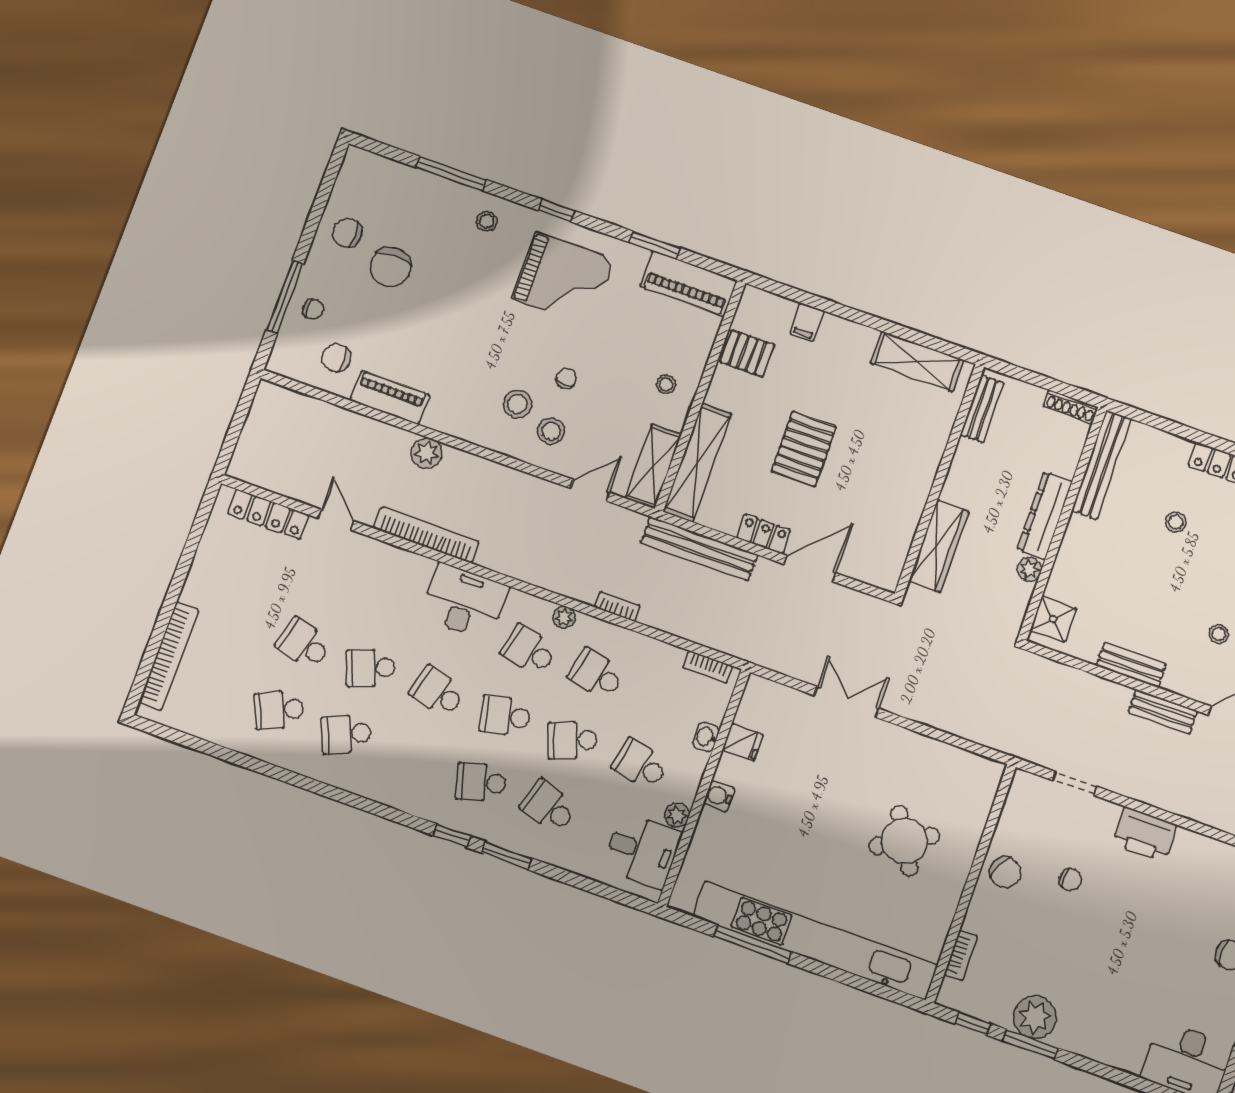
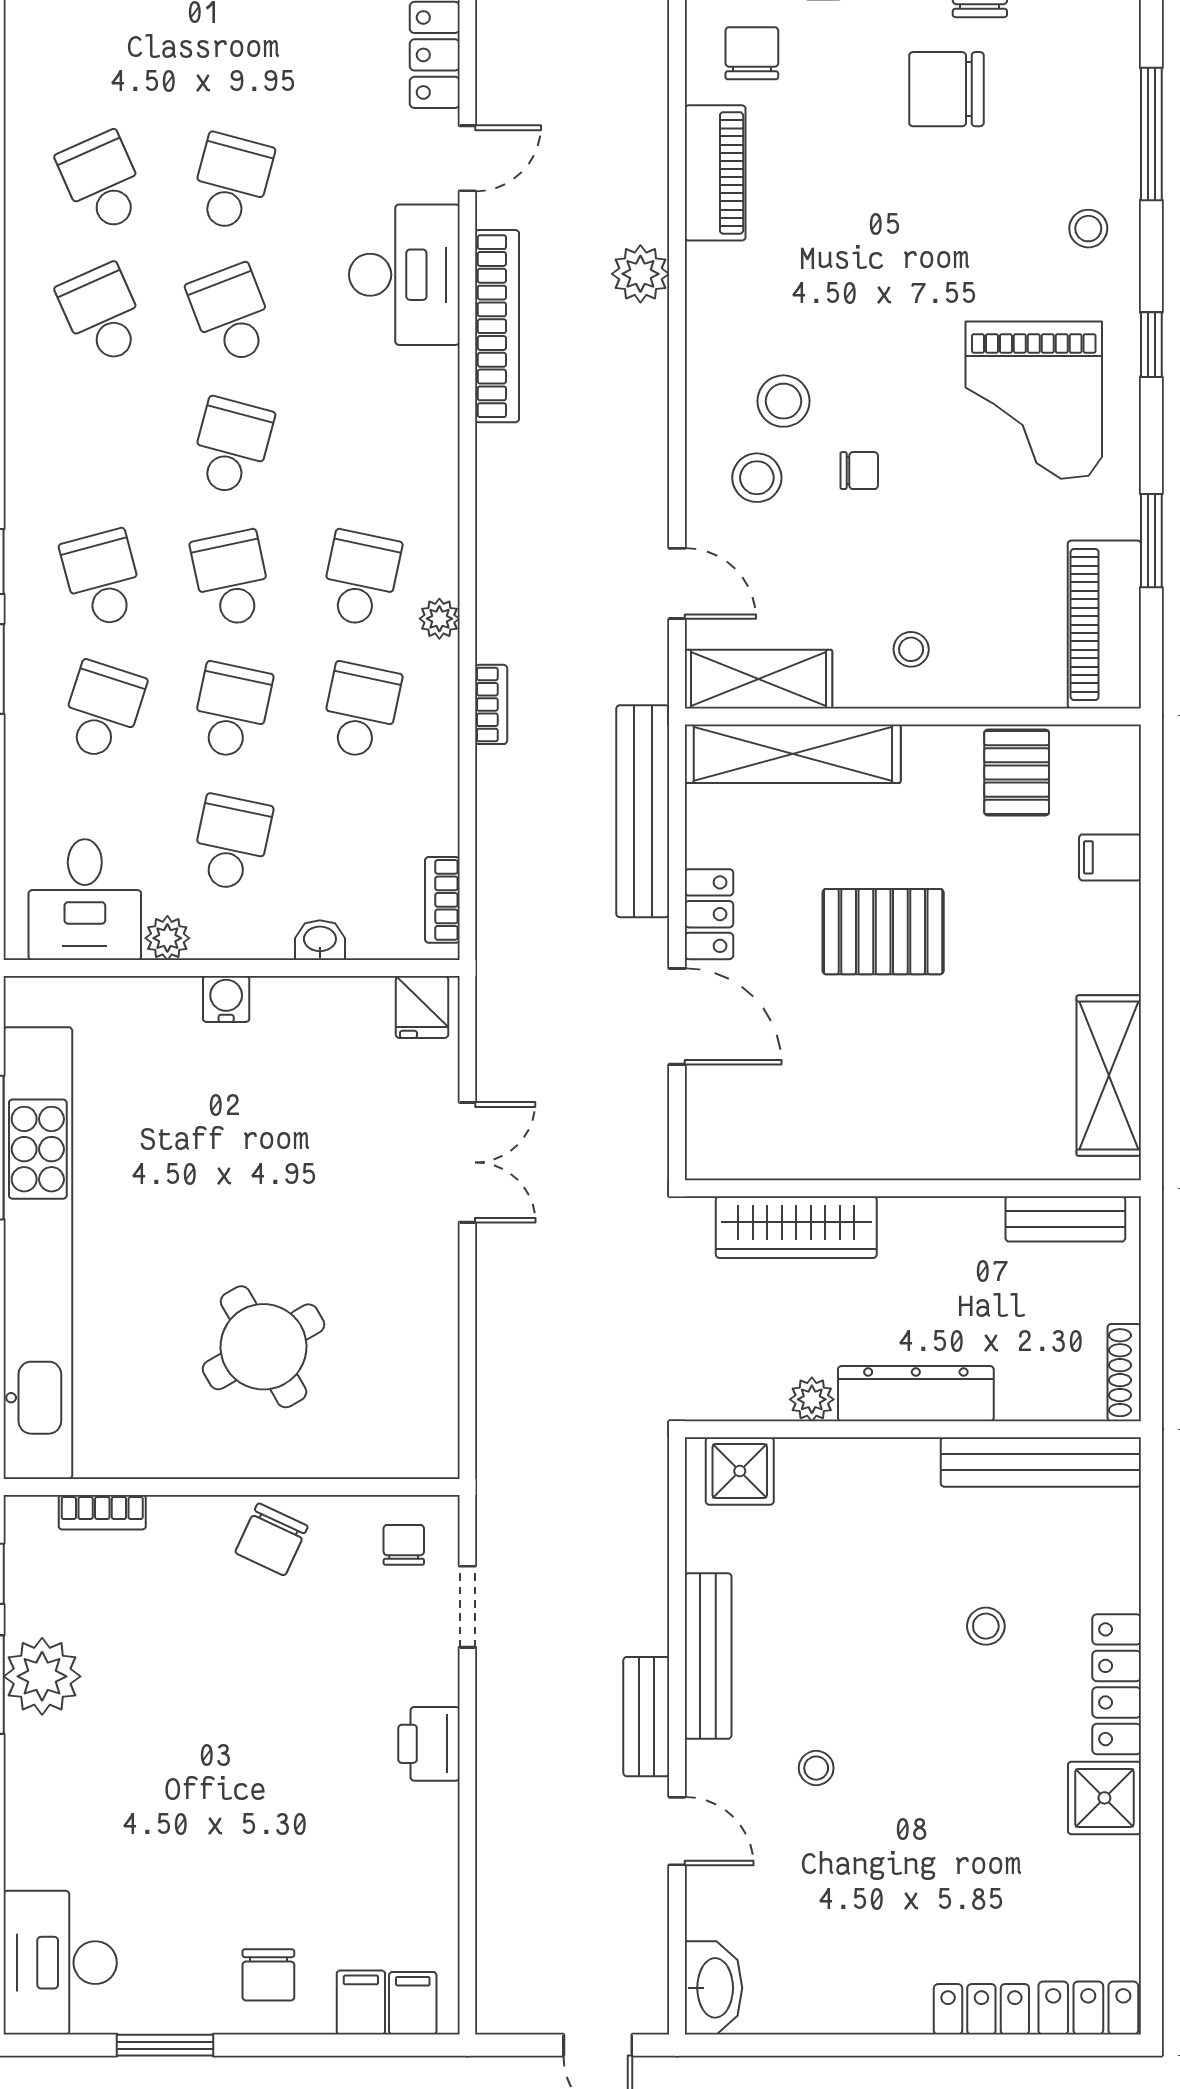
desk: (464, 602) -> (404, 275), moved
bench: (1131, 665) -> (708, 1656), width x1.36
school desk: (572, 740) -> (232, 711), turned 33
fridge: (743, 742) -> (422, 1007), moved
printer: (1145, 834) -> (429, 1744), width x0.73, depth x0.84
chair: (1071, 880) -> (404, 1545), moved, turned 180

